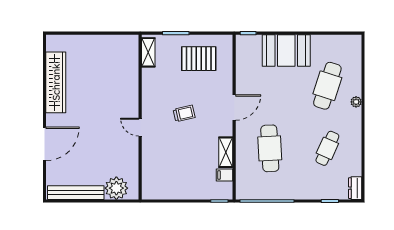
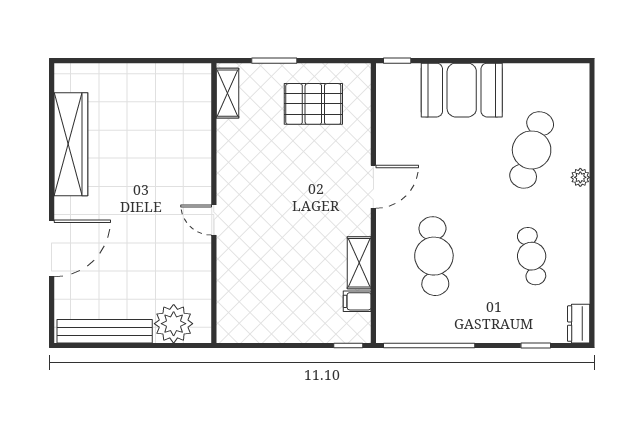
trolley: (184, 113) -> (288, 197), removed
cafe table: (327, 148) -> (532, 256), turned -36

